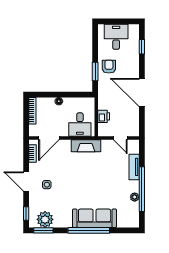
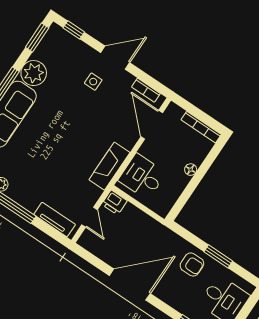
window: (95, 71) -> (218, 256), moved
printer: (104, 116) -> (114, 202), moved
door: (120, 138) -> (90, 217), swing flipped
tv unit: (134, 167) -> (55, 220), moved
plant: (45, 219) -> (34, 73), moved

